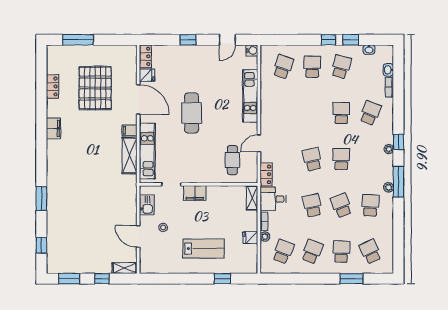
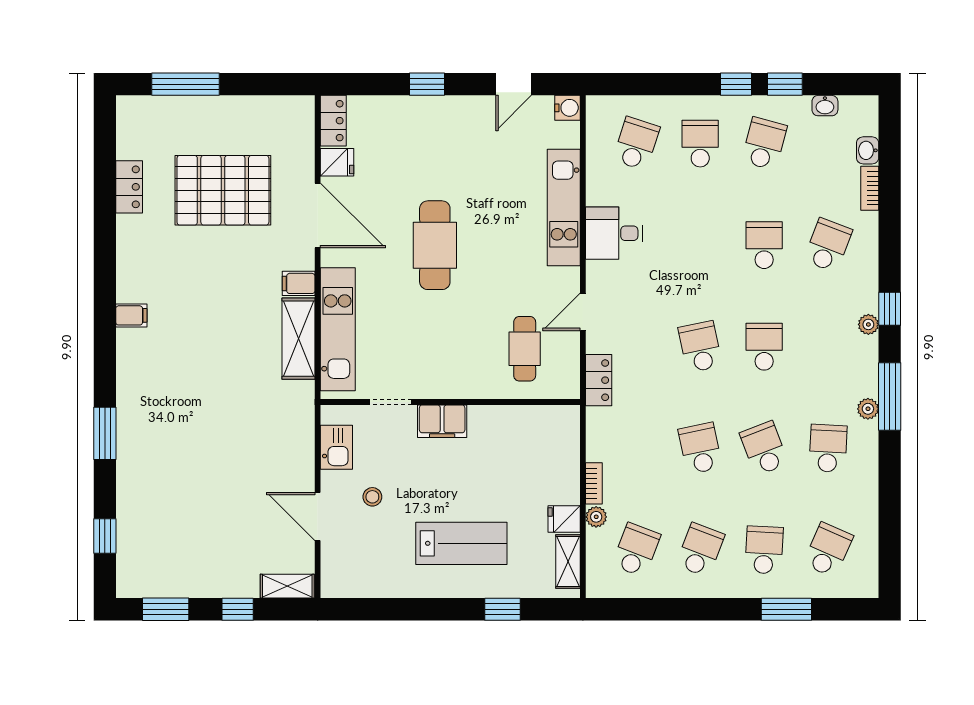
pallet: (95, 88) -> (223, 190), turned 90
filing cabinet: (53, 128) -> (131, 315), moved, width x0.50
shelving: (252, 198) -> (568, 562), moved
desk: (273, 199) -> (614, 233), moved
school desk: (370, 252) -> (828, 550), turned 48

